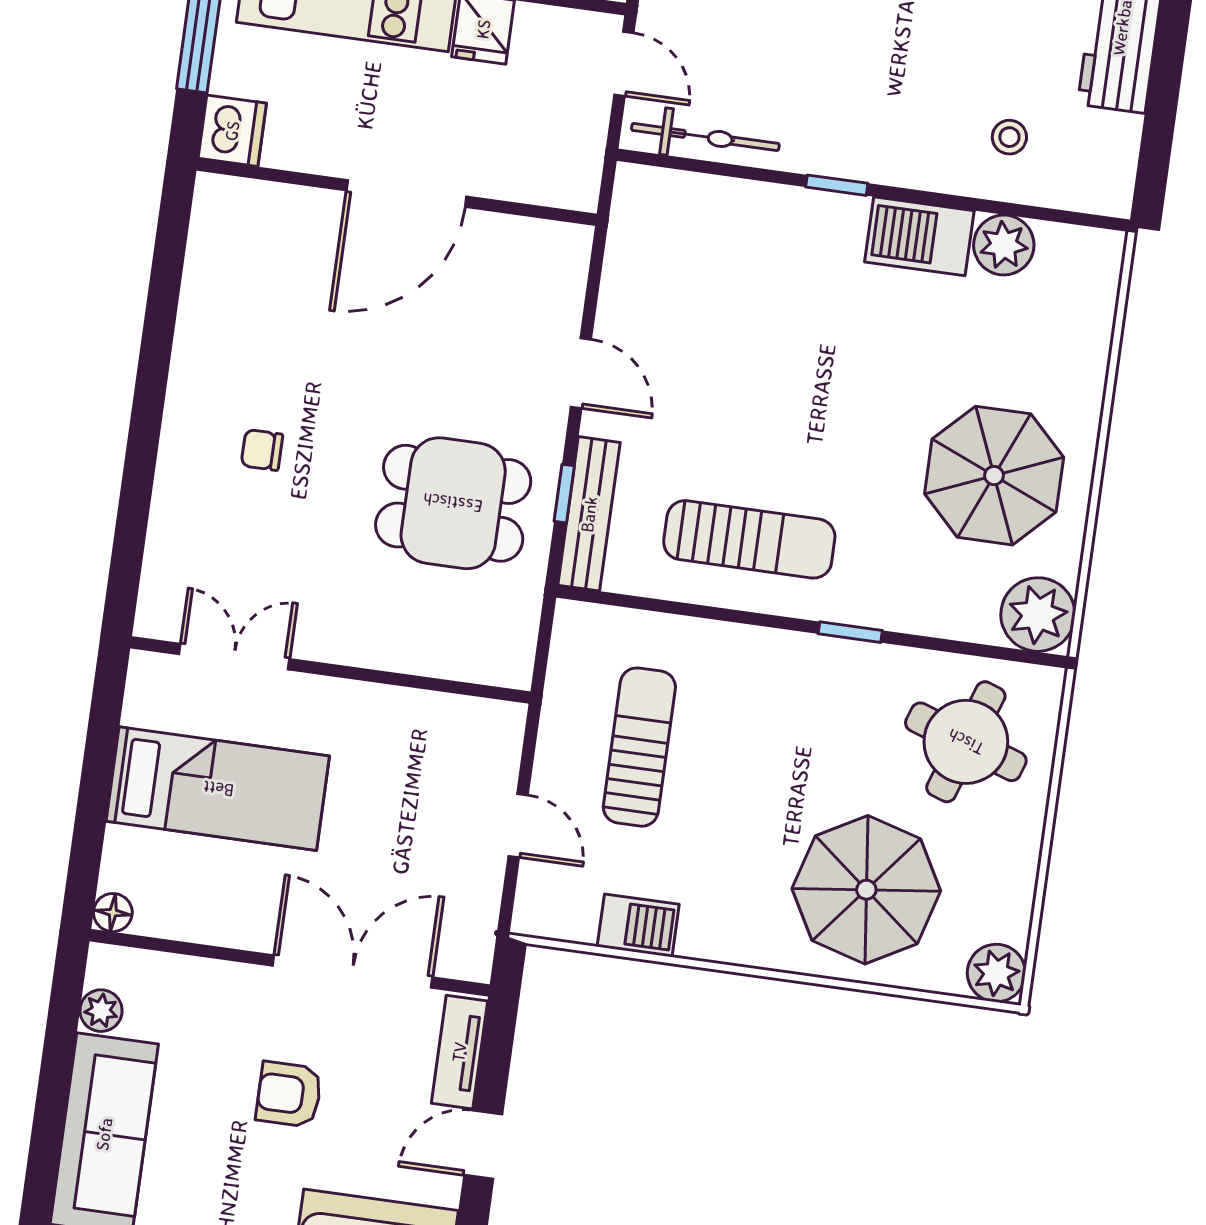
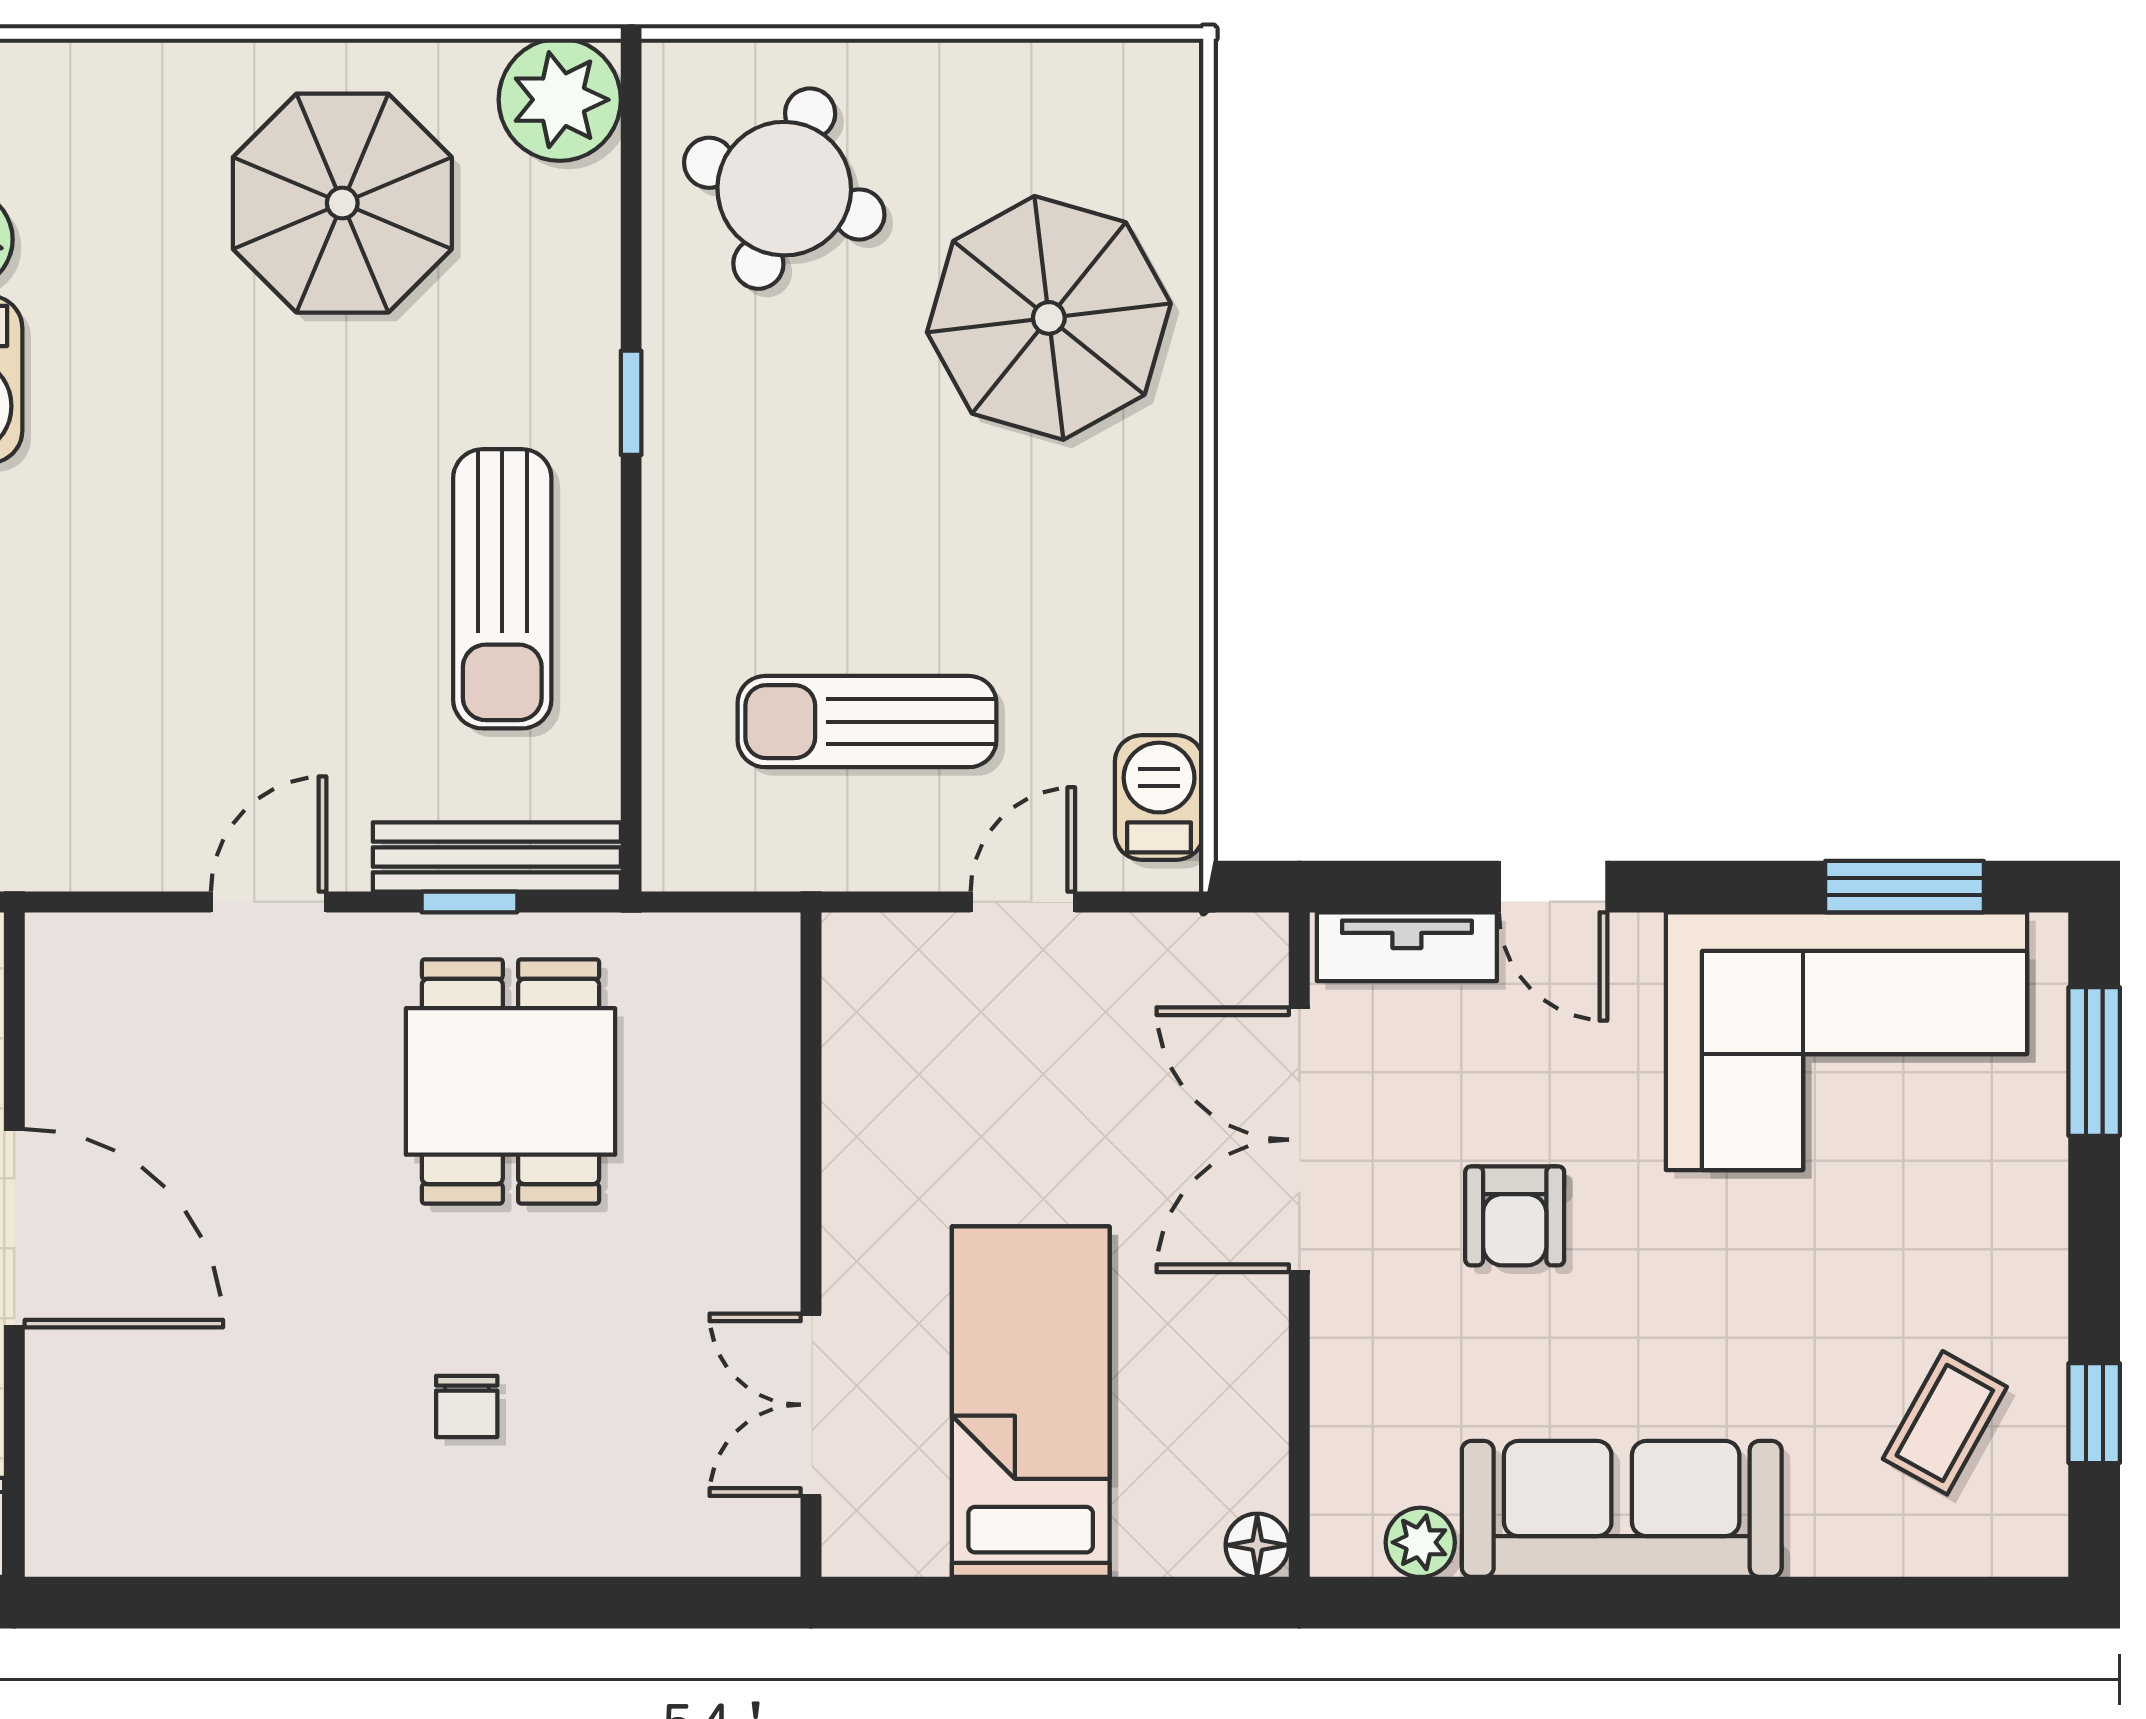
sun lounger: (749, 539) -> (502, 589), turned 180
barbecue: (638, 925) -> (1159, 797), moved
plant: (996, 973) -> (1156, 86), removed

